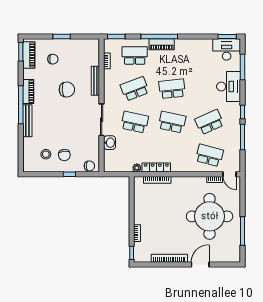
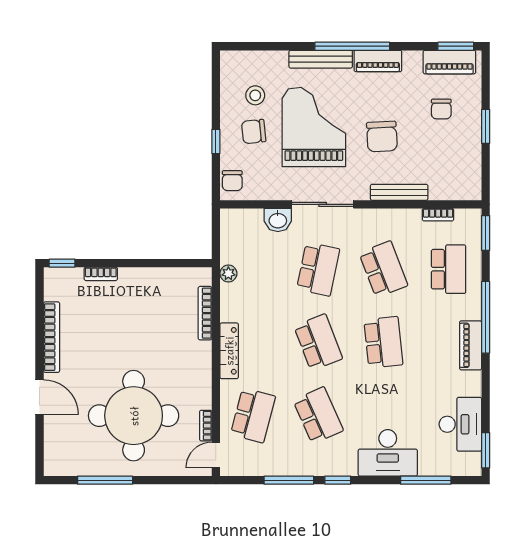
piano: (162, 44) -> (471, 345), moved
desk: (227, 49) -> (460, 424), moved
school desk: (172, 122) -> (318, 342), turned -33
grand piano: (62, 124) -> (314, 127), added
locker: (156, 168) -> (229, 351), moved

